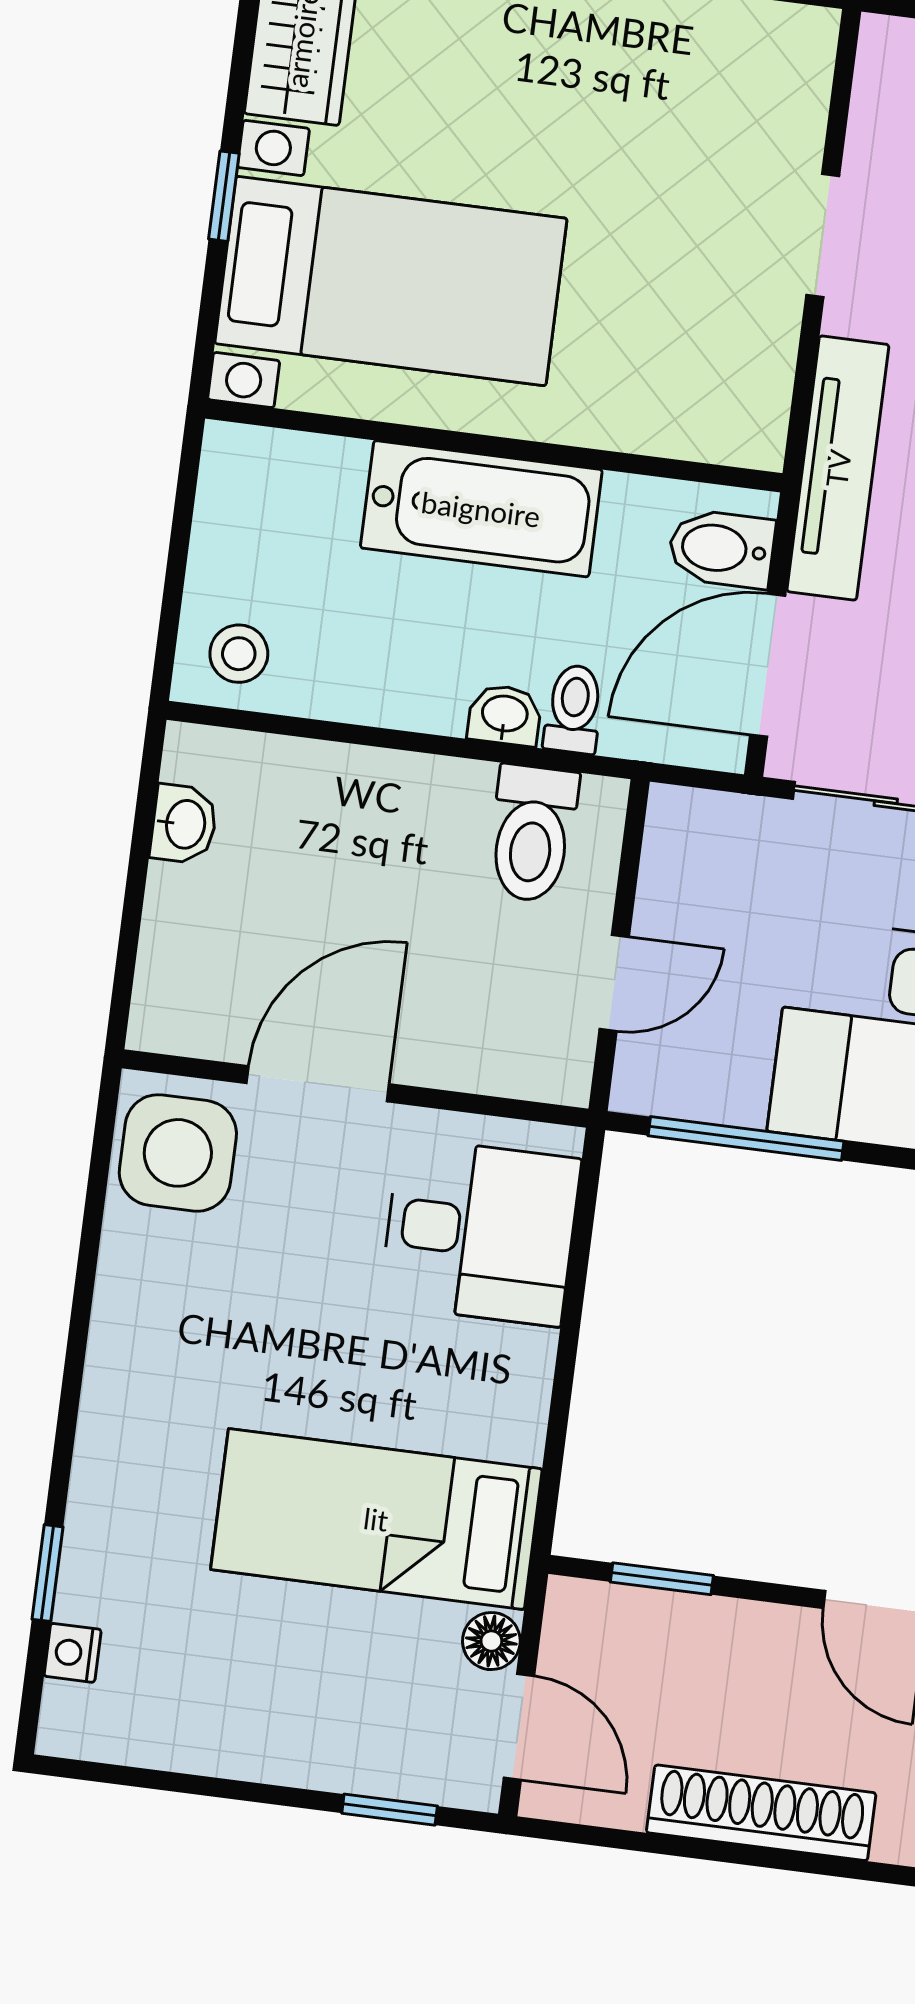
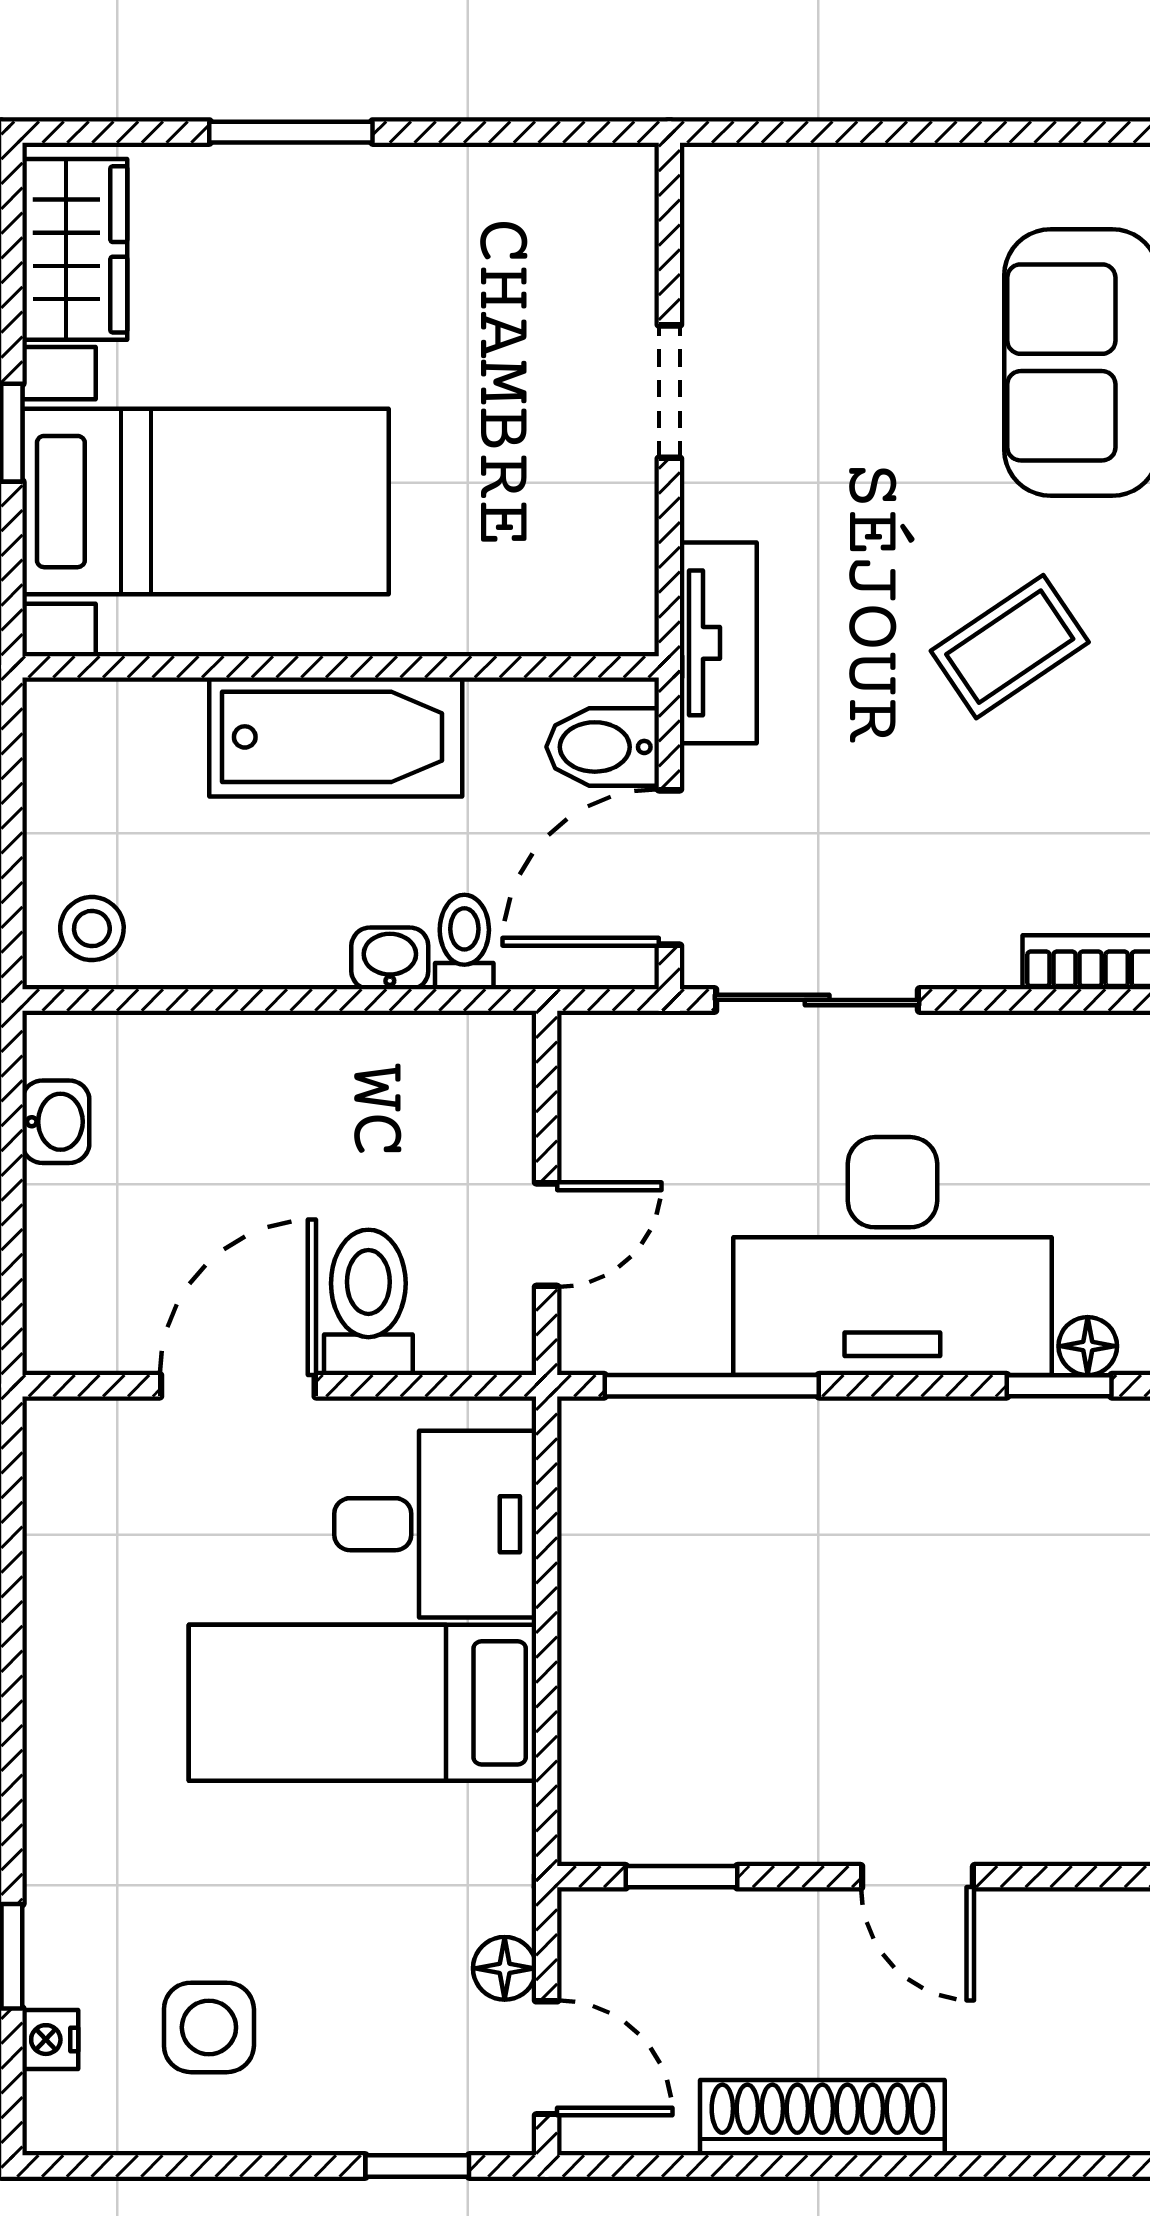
tv unit: (838, 468) -> (718, 643), width x0.71
toilet: (532, 833) -> (368, 1302), moved, turned 180
side table: (178, 1153) -> (209, 2027), moved, width x0.73, depth x0.73
bed: (376, 1519) -> (362, 1703), moved

